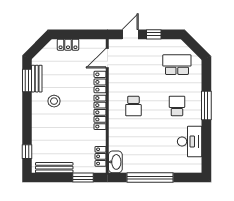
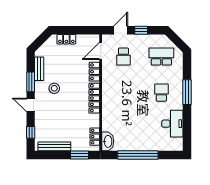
window: (27, 80) -> (31, 82), moved
school desk: (133, 106) -> (123, 57), moved
door: (27, 120) -> (31, 105), added

